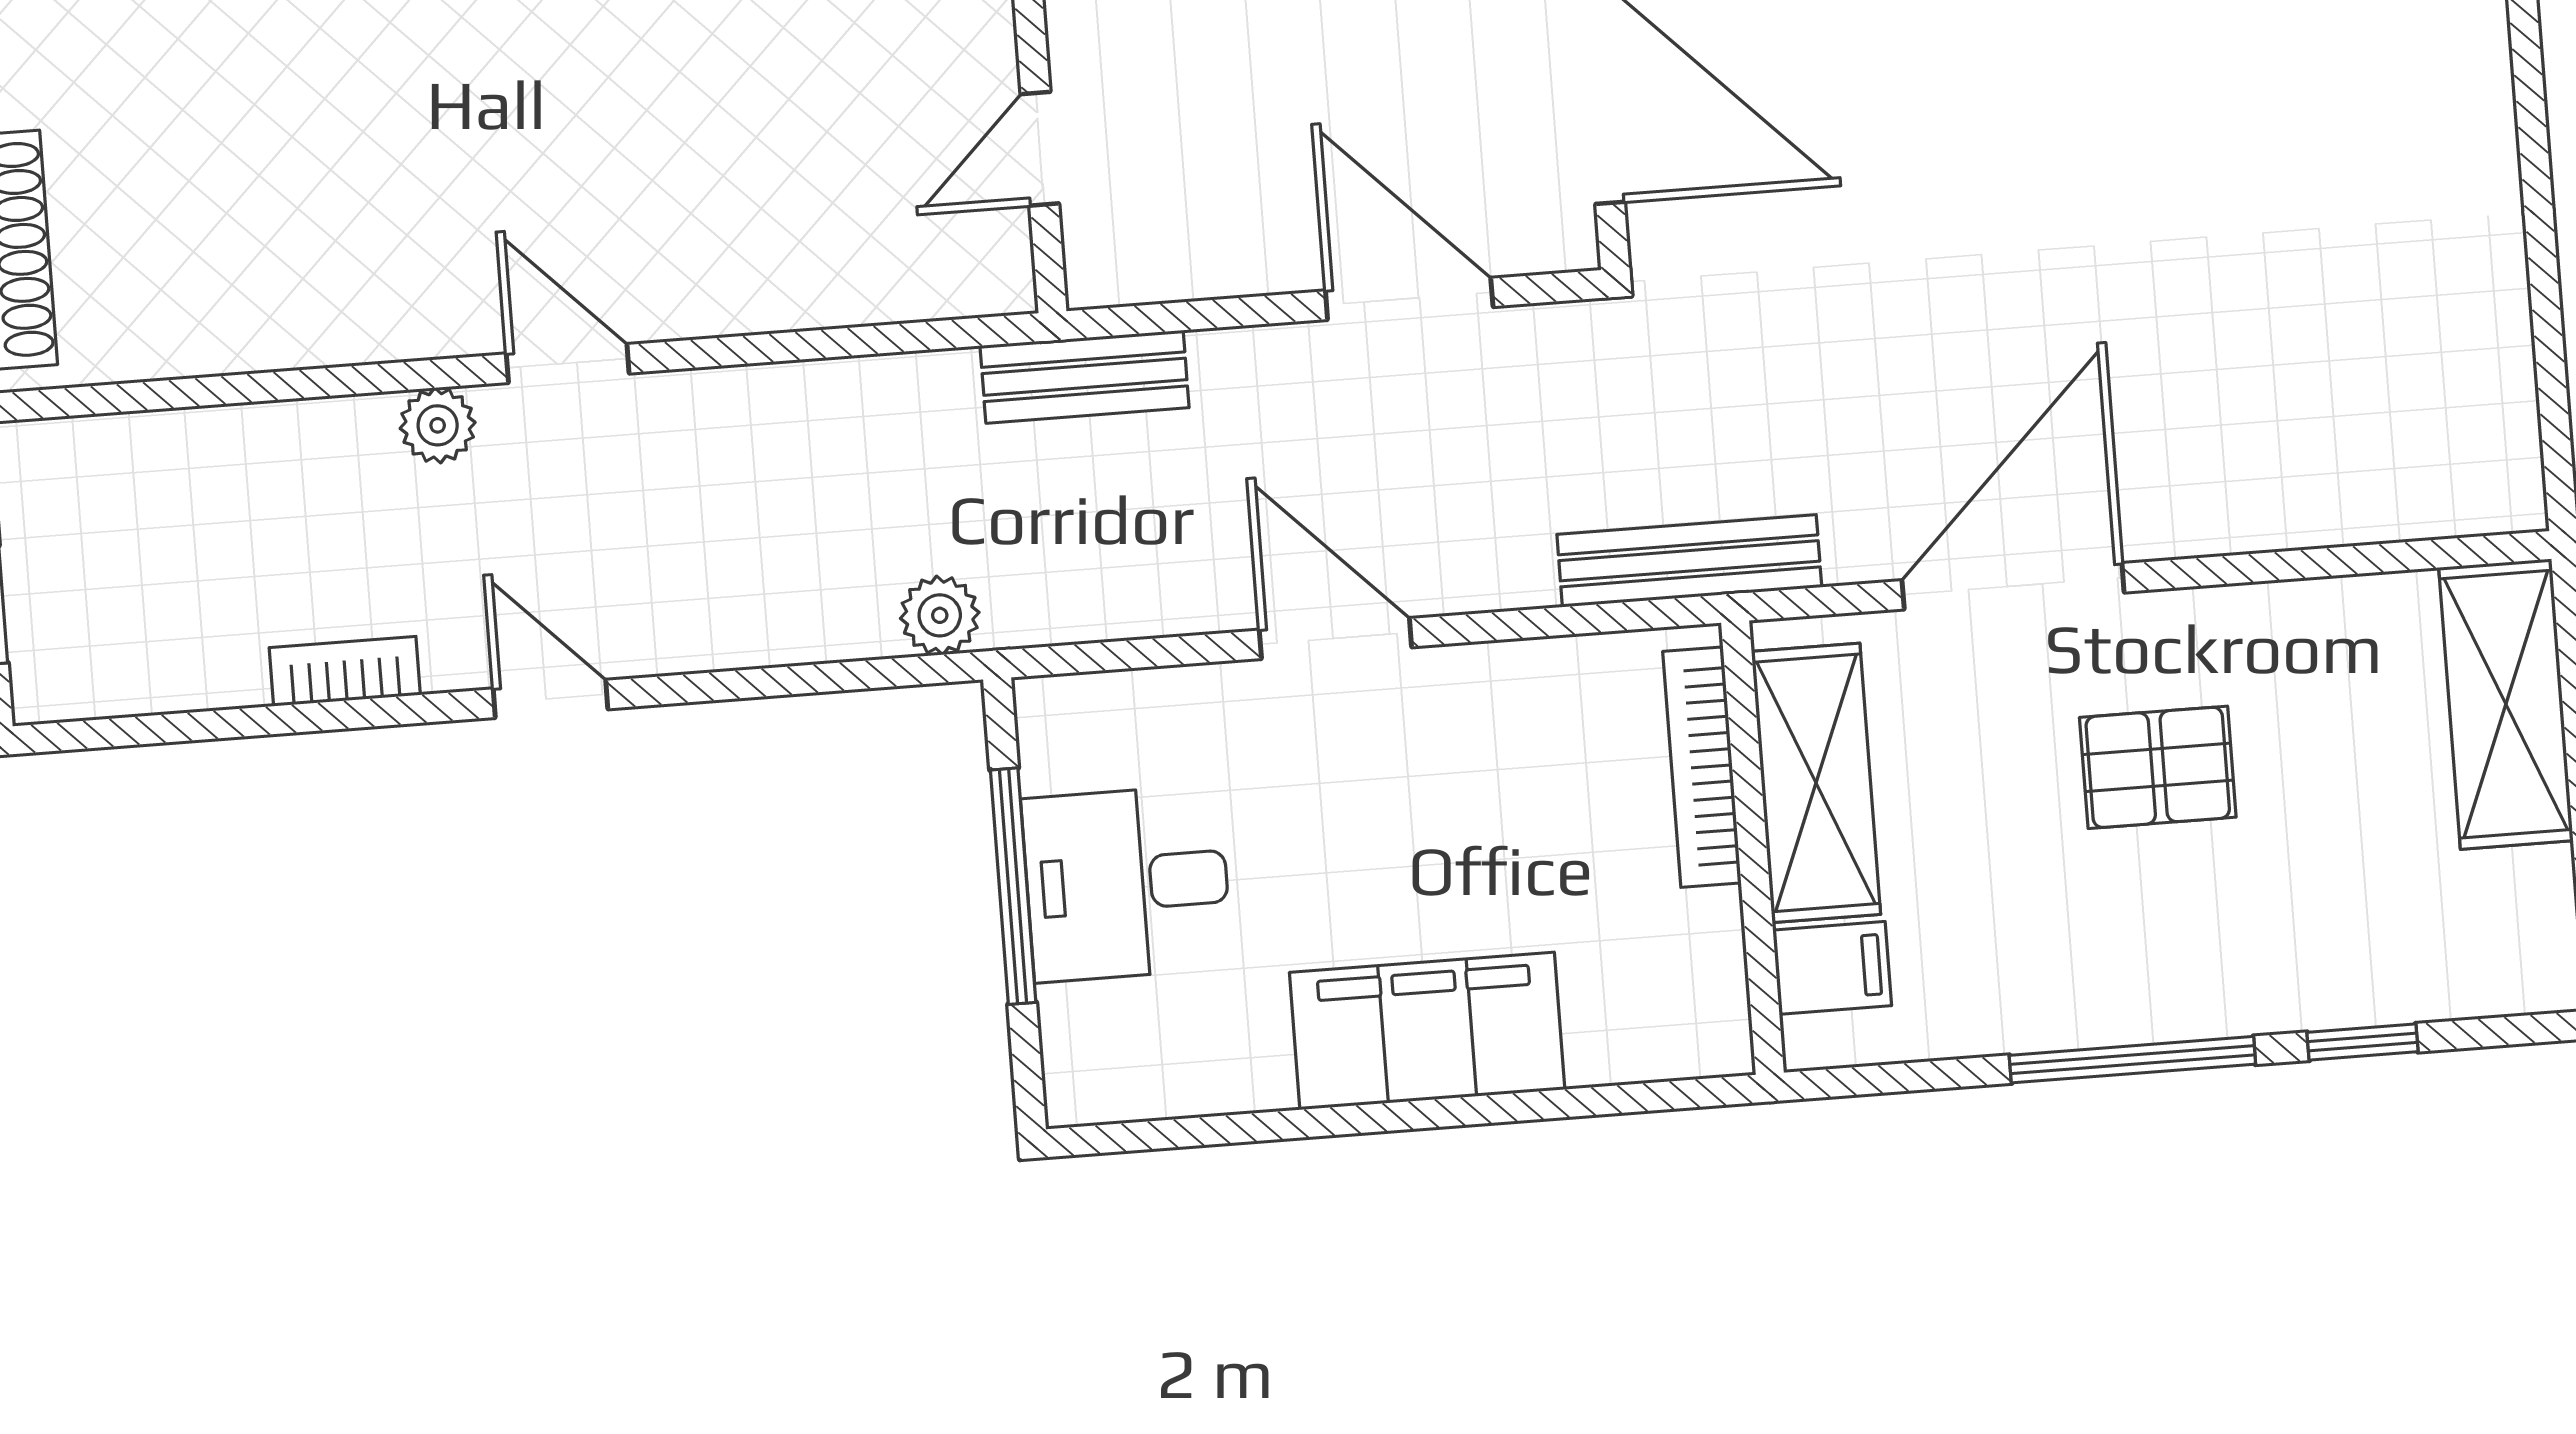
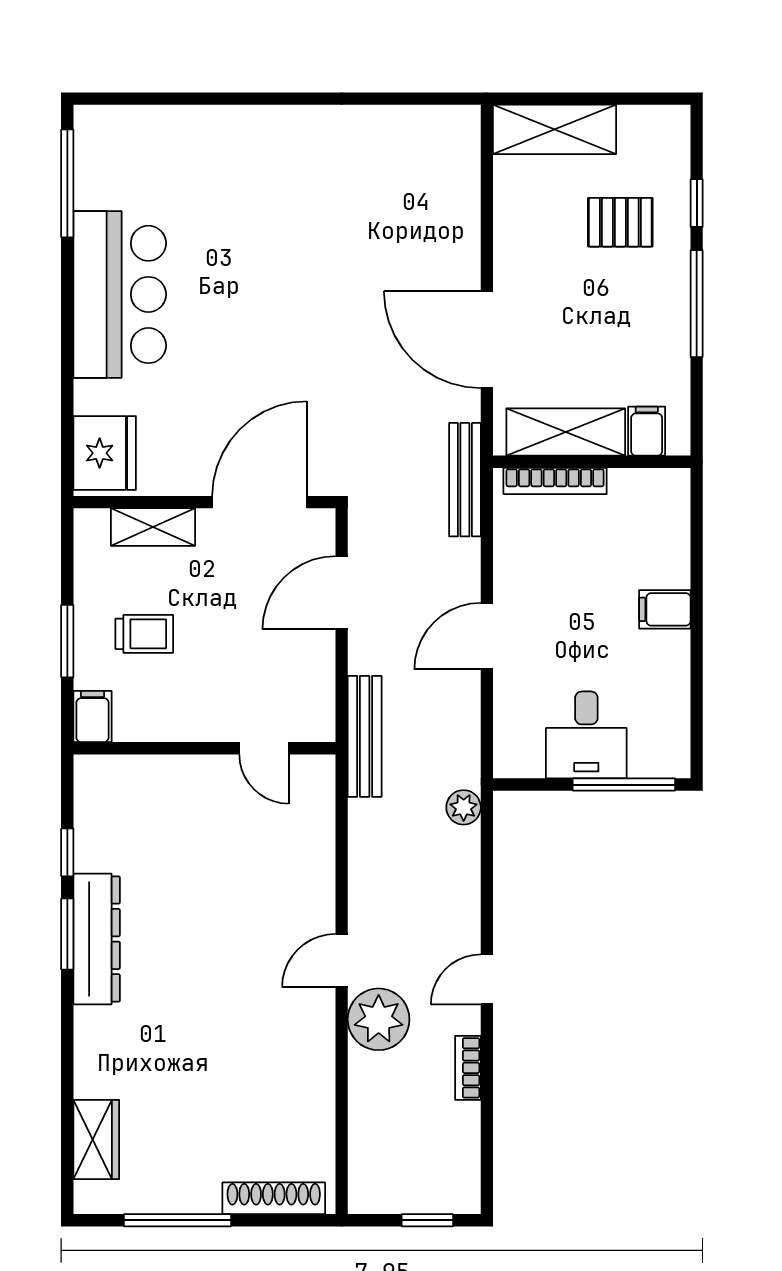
bench: (1085, 377) -> (365, 736), width x1.36
plant: (438, 425) -> (379, 1019), width x1.88, depth x1.88
pallet: (2158, 767) -> (620, 222), moved, turned 90
window: (1013, 886) -> (624, 785), moved
filing cabinet: (1427, 1031) -> (665, 609), width x0.33, depth x0.86

